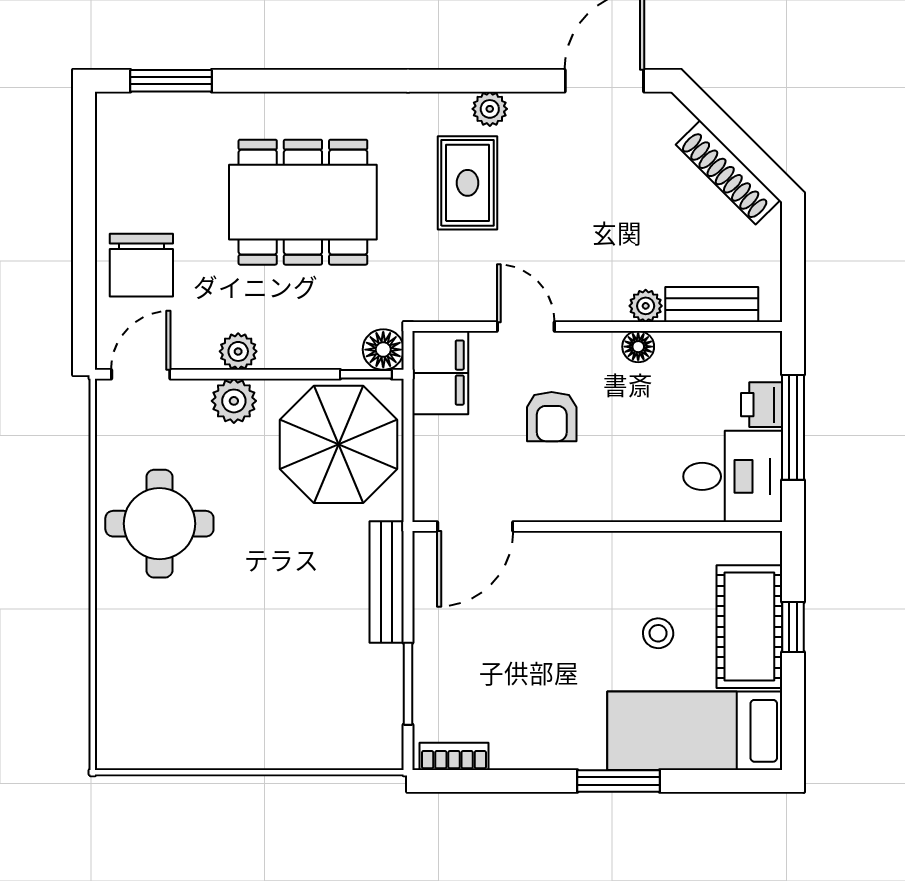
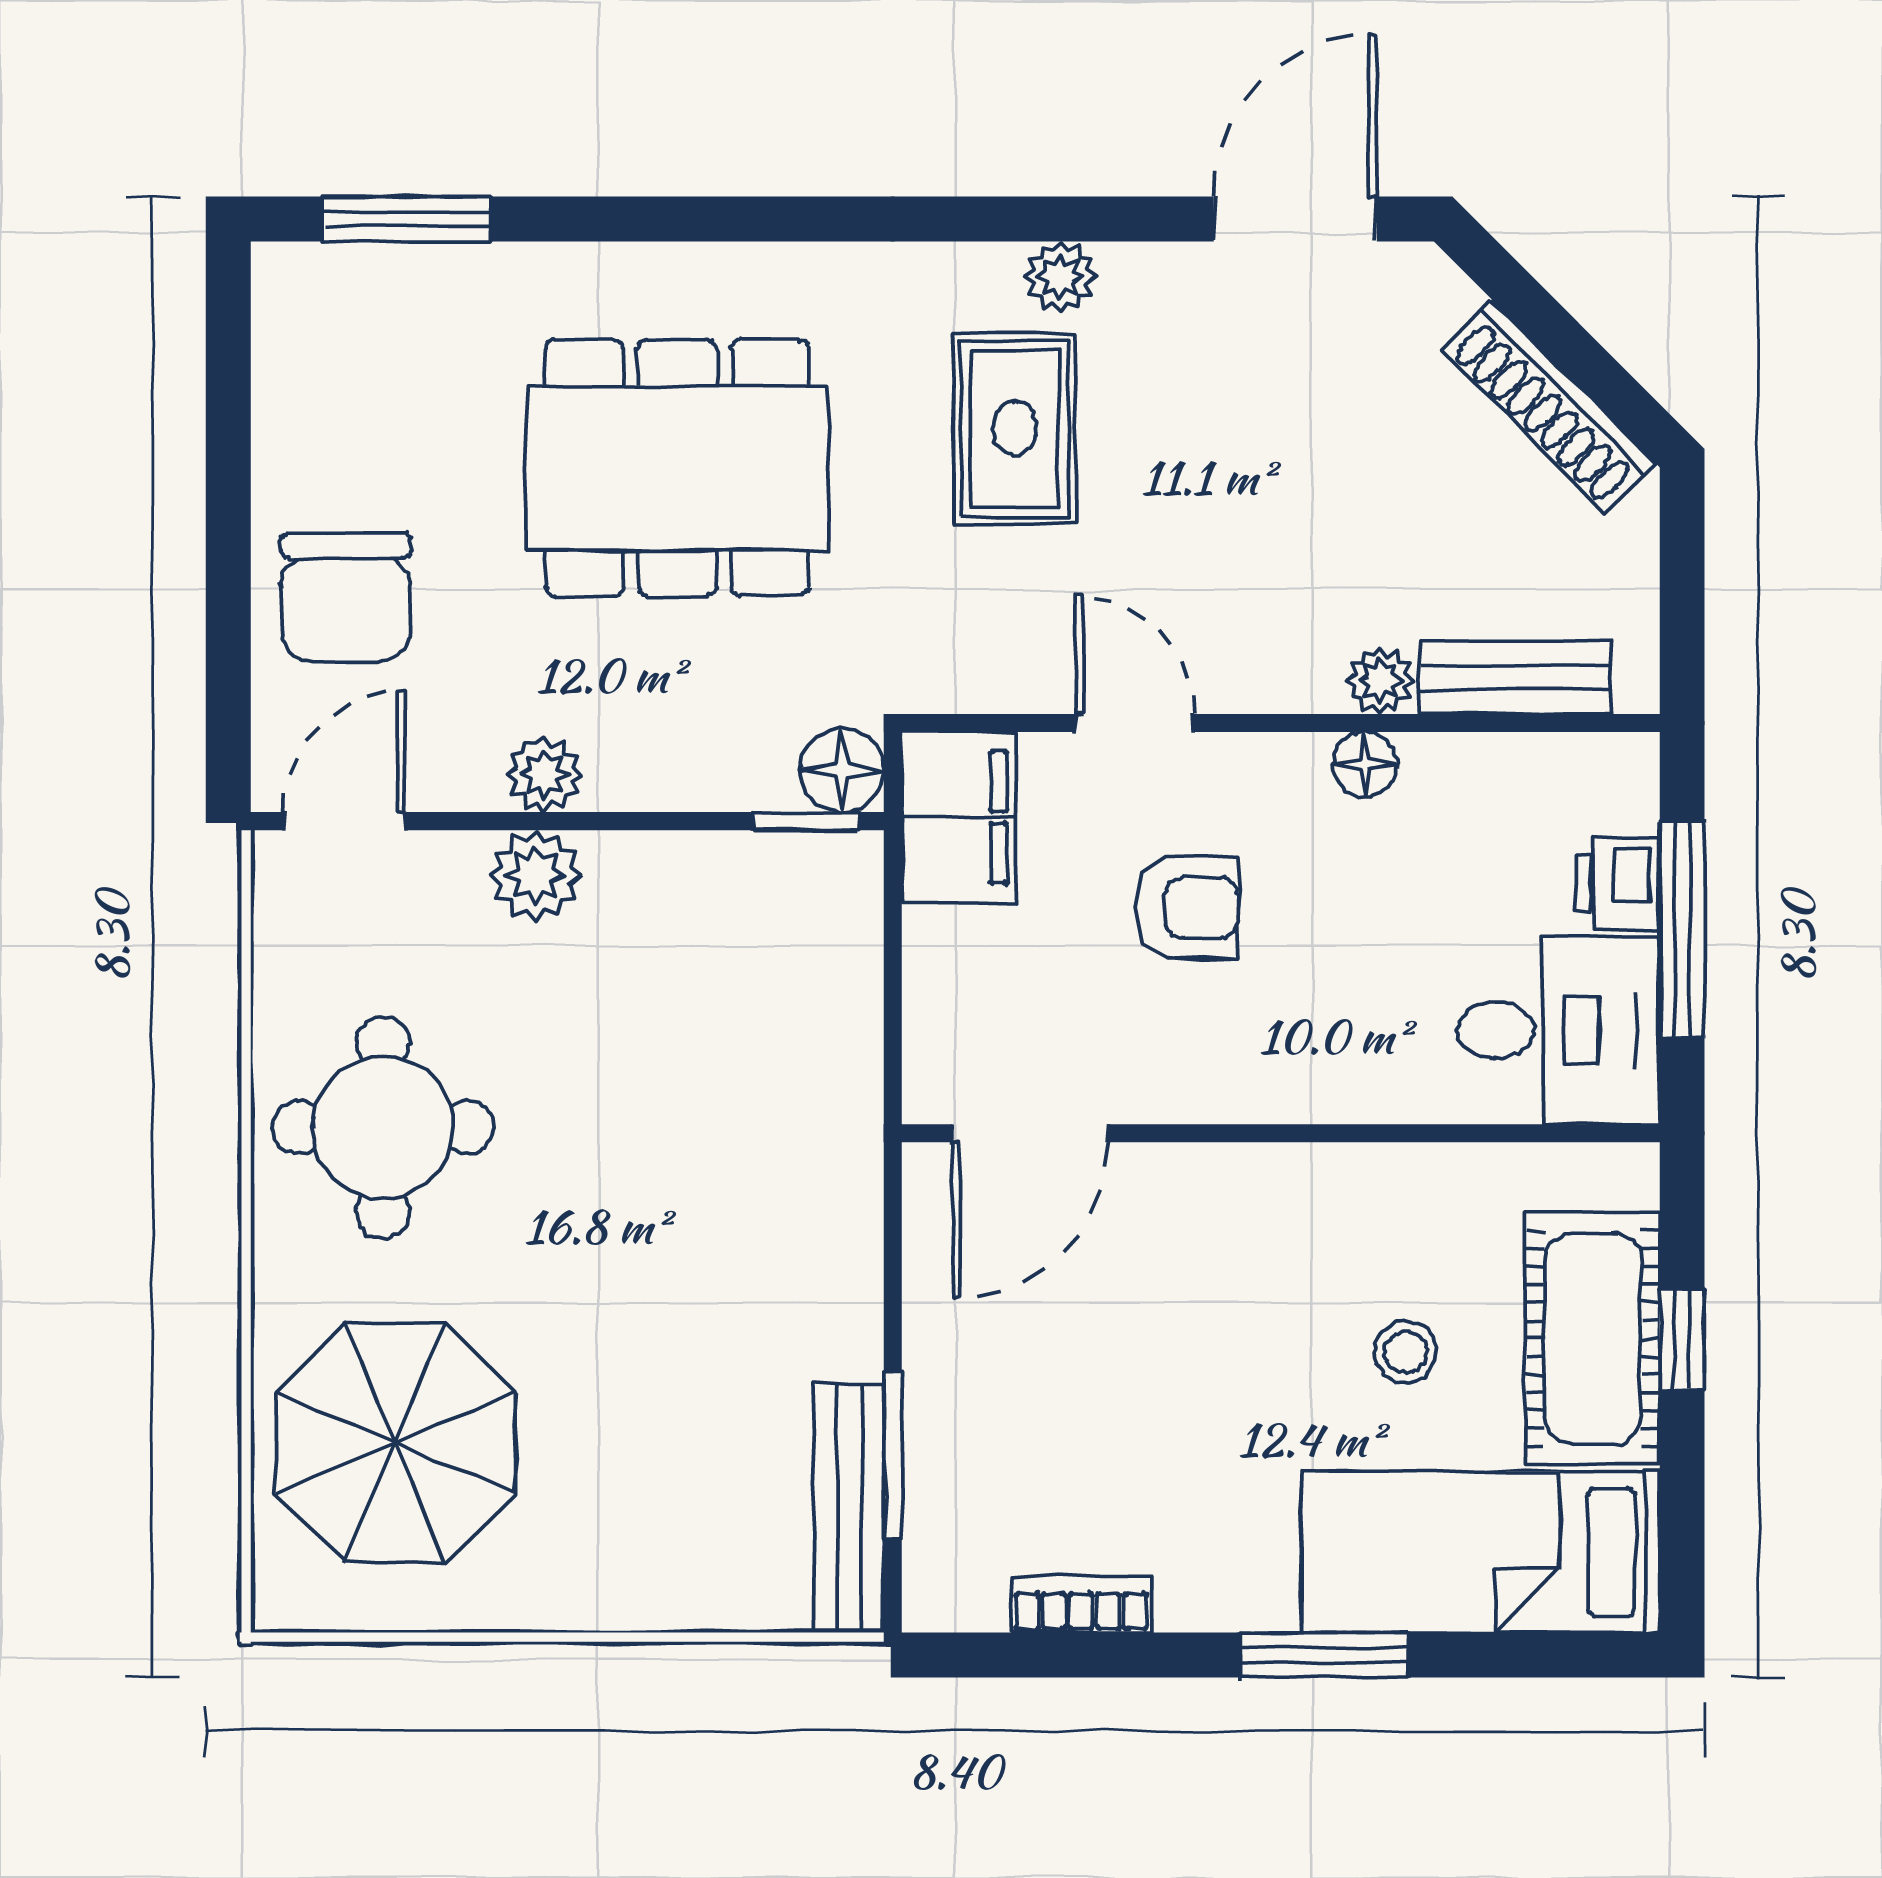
armchair: (552, 417) -> (1187, 908), turned -90
parasol: (339, 444) -> (395, 1443), moved
bench: (387, 582) -> (849, 1508), moved
bookcase: (454, 756) -> (1081, 1605), moved

